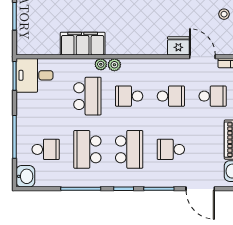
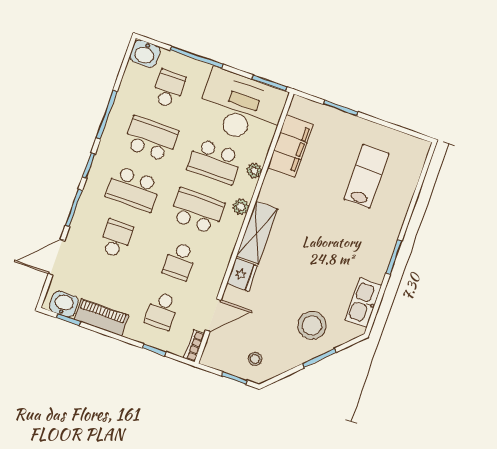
filing cabinet: (83, 44) -> (290, 146), moved
shelving: (129, 46) -> (257, 233), added
fridge: (178, 46) -> (242, 275), moved
plant: (101, 64) -> (254, 171), moved
desk: (34, 75) -> (242, 107), width x1.87, depth x1.30
school desk: (129, 96) -> (197, 211), width x1.85
school desk: (46, 149) -> (169, 89), turned 180

